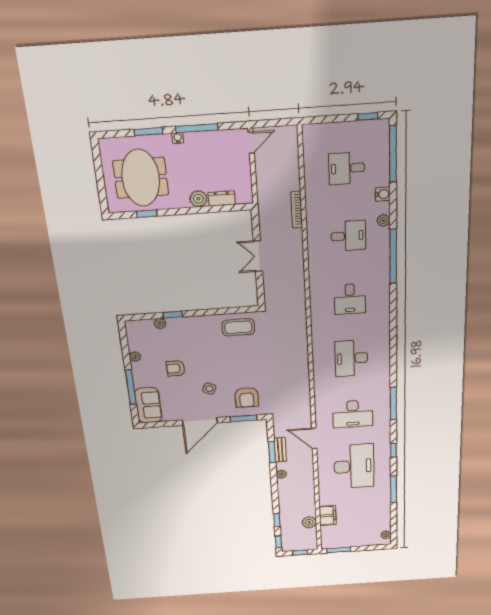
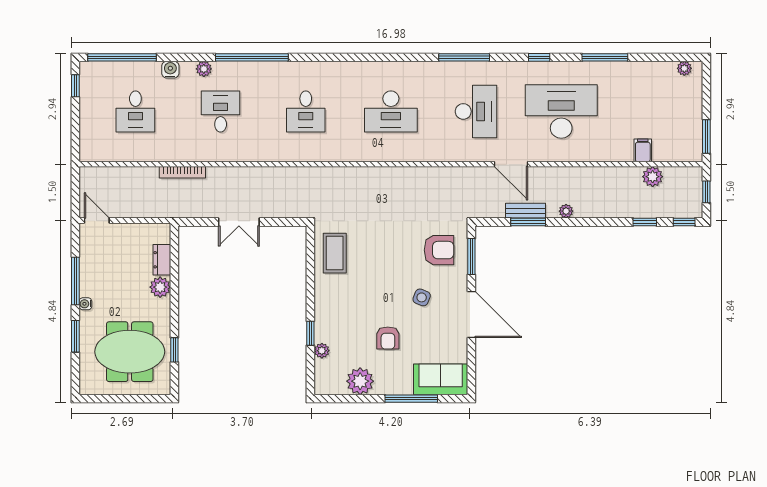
desk: (350, 299) -> (306, 111), turned 90
plant: (135, 357) -> (360, 381), width x1.88, depth x1.88
door: (314, 438) -> (511, 164), hinge flipped
filing cabinet: (328, 516) -> (643, 150), width x0.50

